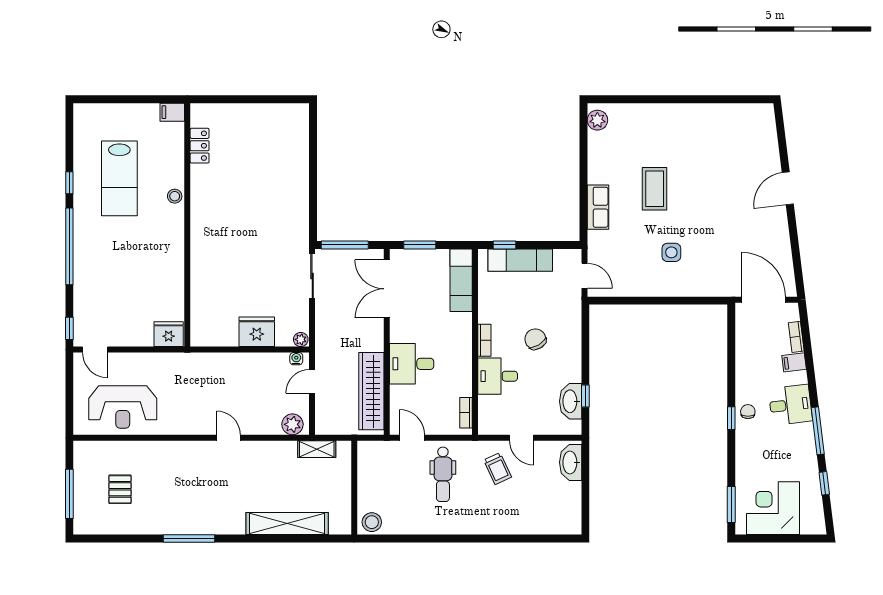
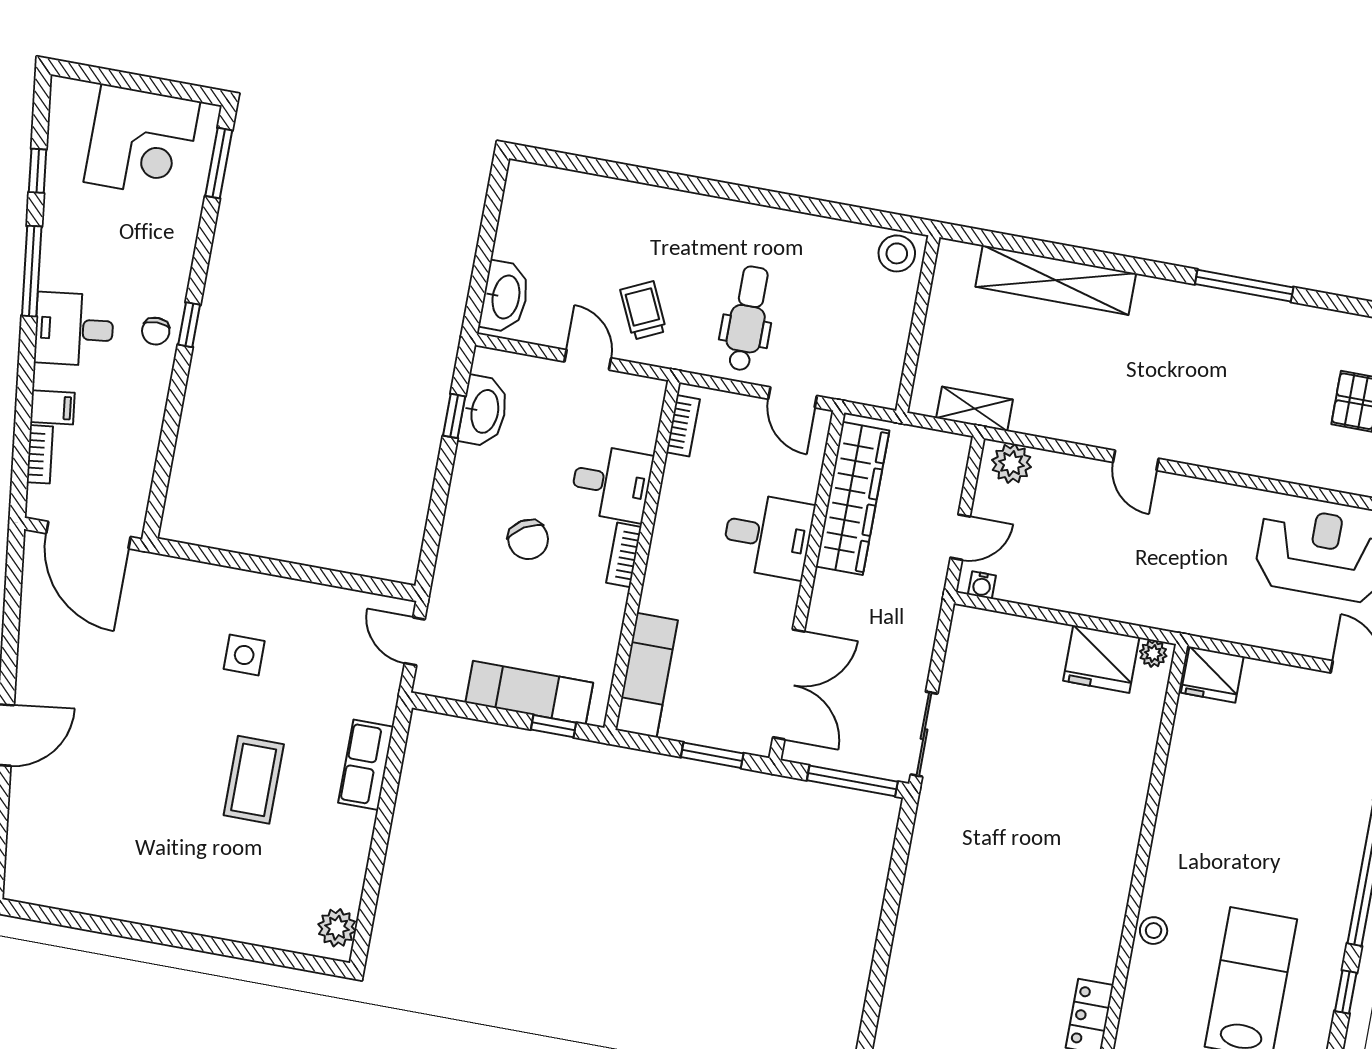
fridge: (257, 332) -> (1101, 659), moved
plant: (301, 339) -> (1153, 654), moved

